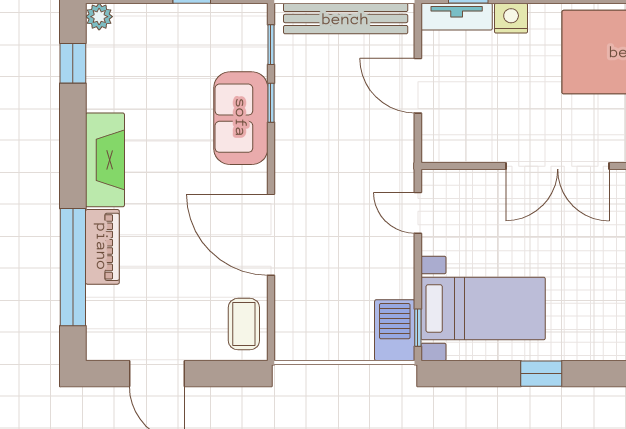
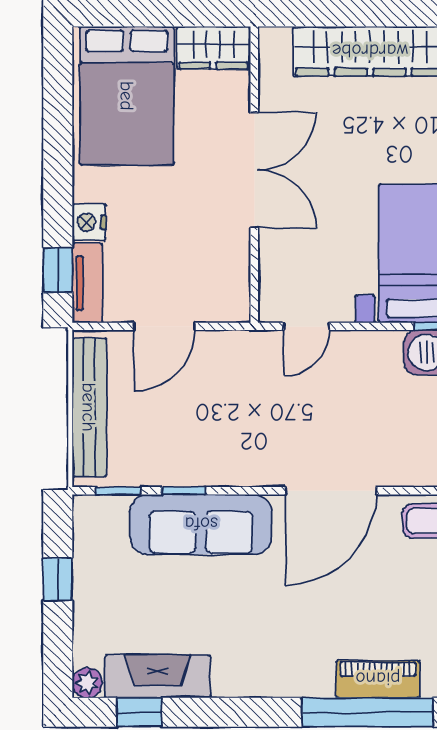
sofa: (241, 118) -> (201, 524), width x1.36
fireplace: (105, 160) -> (158, 676), moved
piano: (102, 247) -> (378, 679), moved

